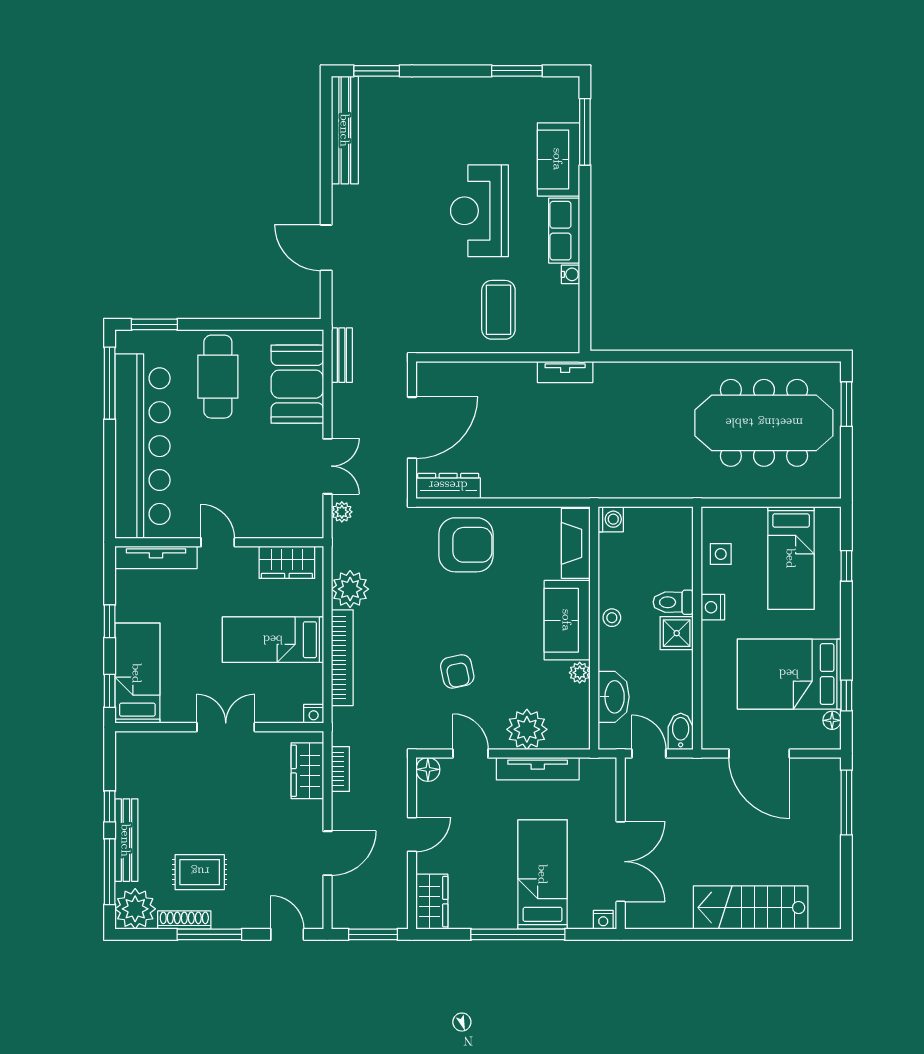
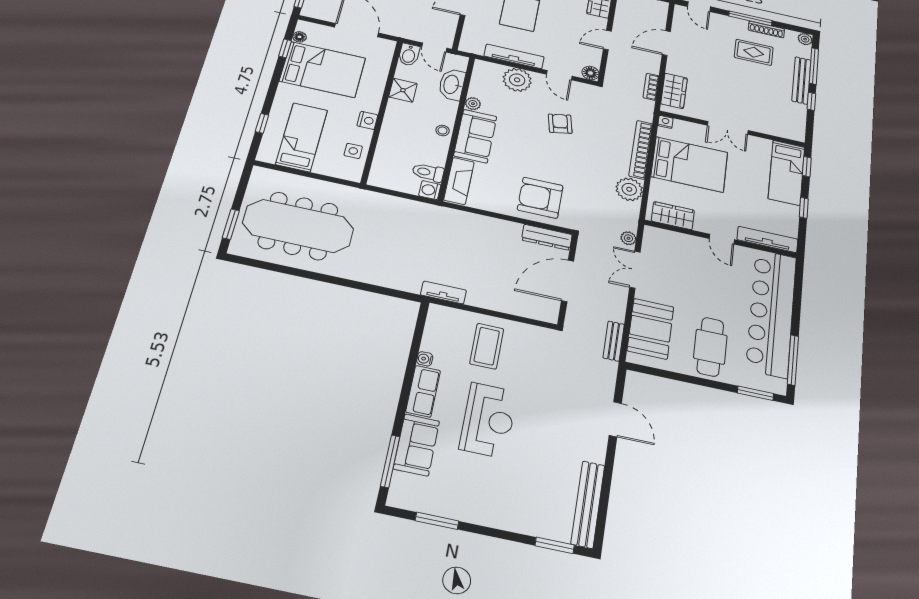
toilet: (673, 602) -> (428, 172), moved, turned 180
shower: (677, 633) -> (403, 90), moved
bed: (273, 640) -> (689, 164), width x1.50
plant: (135, 909) -> (805, 39), width x0.53, depth x0.53

